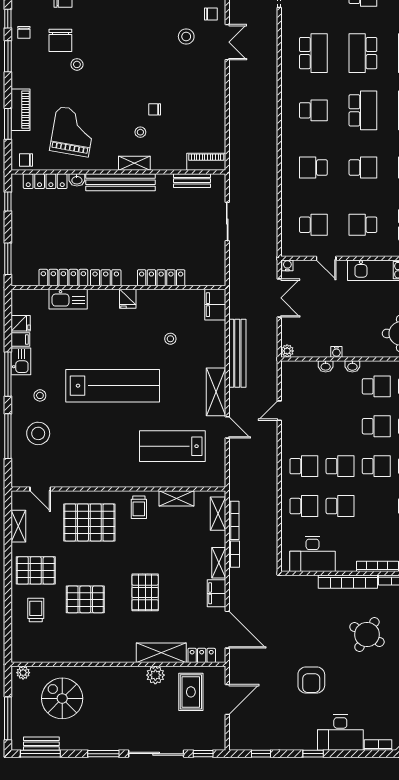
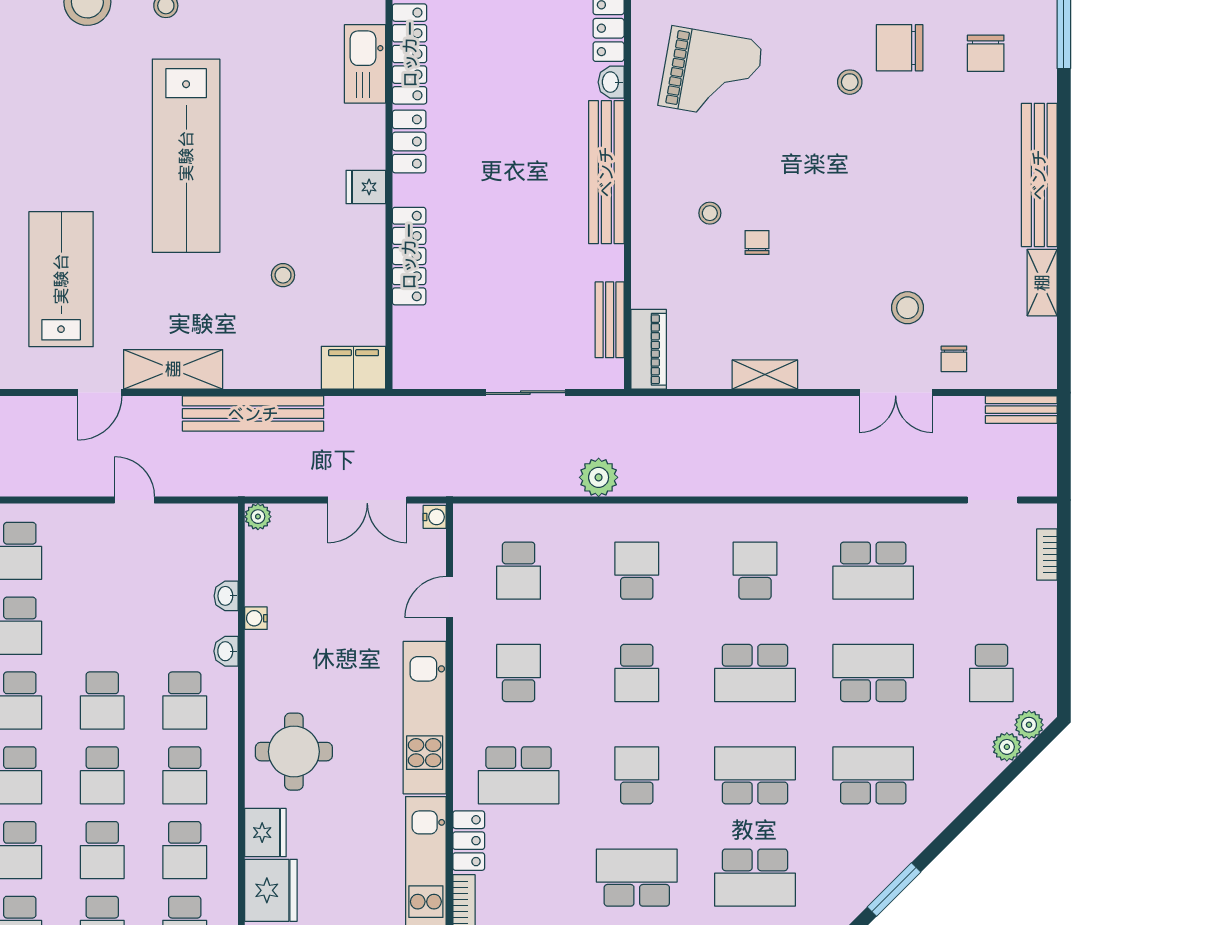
school desk: (313, 110) -> (755, 571), turned 180
shelving: (134, 163) -> (765, 375), moved, turned 90
plant: (268, 186) -> (599, 477), added

